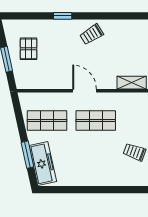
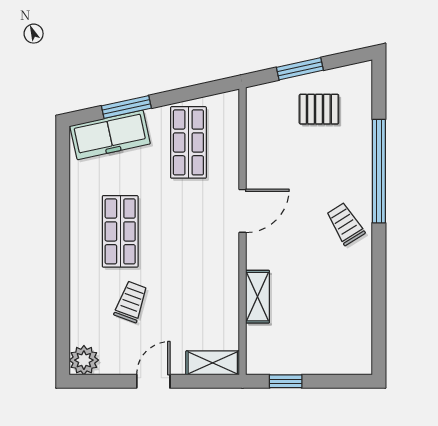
window: (63, 16) -> (379, 171), width x3.17
shop shelf: (96, 120) -> (120, 231), moved

